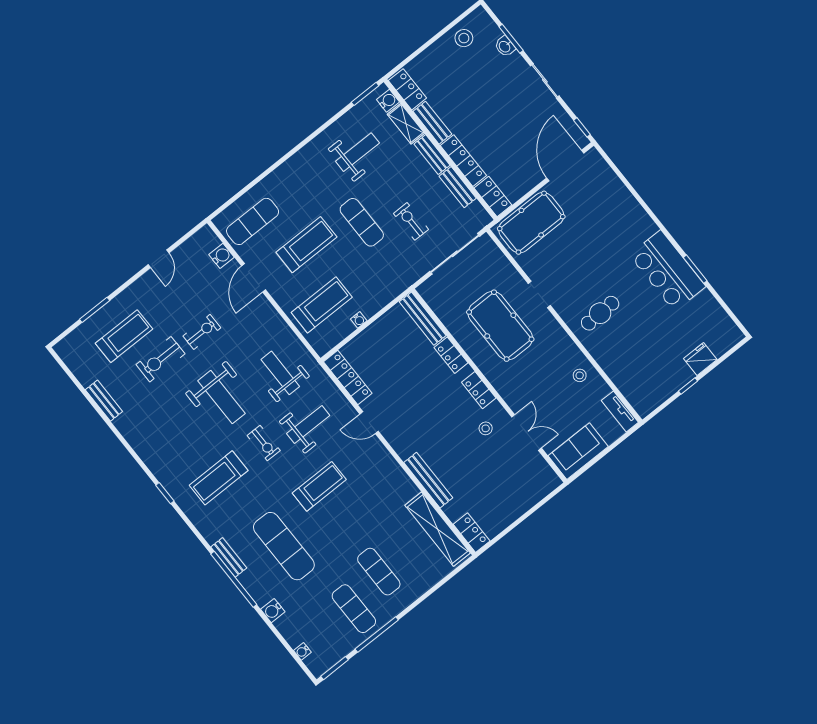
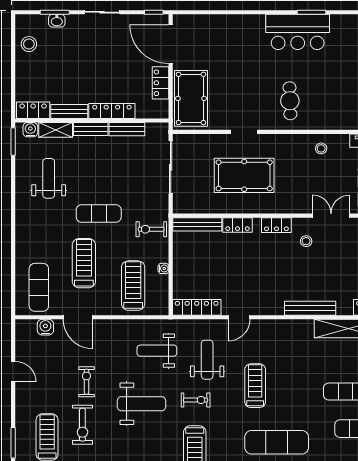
locker: (493, 196) -> (160, 83), moved, turned -90
exercise bike: (411, 221) -> (151, 229), moved

